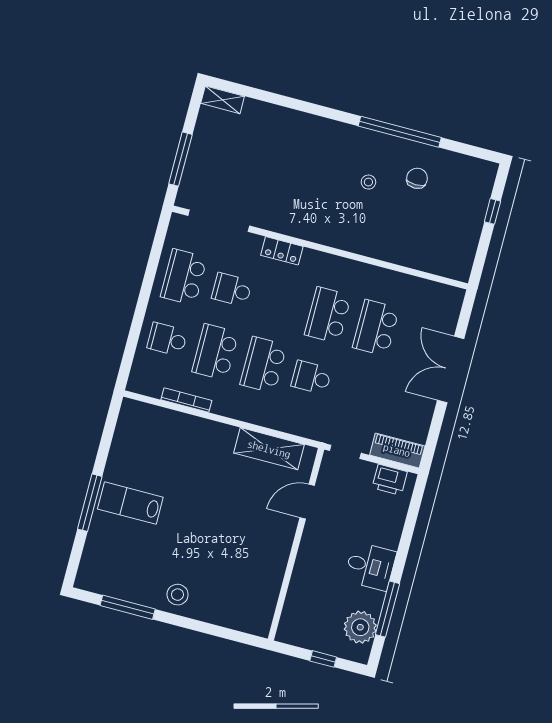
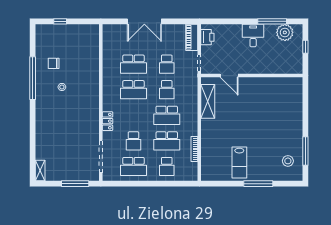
school desk: (359, 390) -> (167, 64), added
lab bench: (130, 503) -> (239, 162), moved
stool: (178, 595) -> (288, 161), moved

